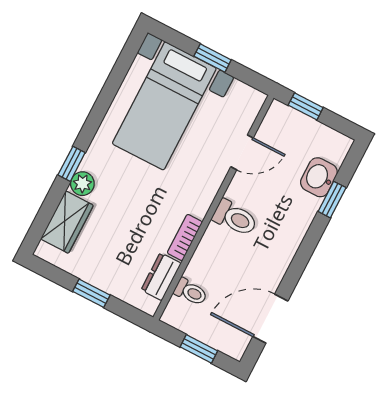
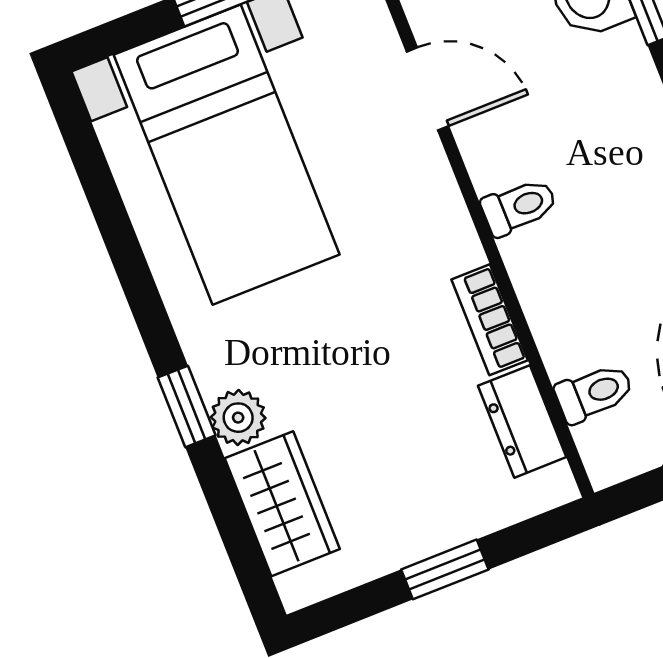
door: (242, 152) -> (427, 89), hinge flipped
toilet: (235, 218) -> (519, 207), width x0.73, depth x0.72

